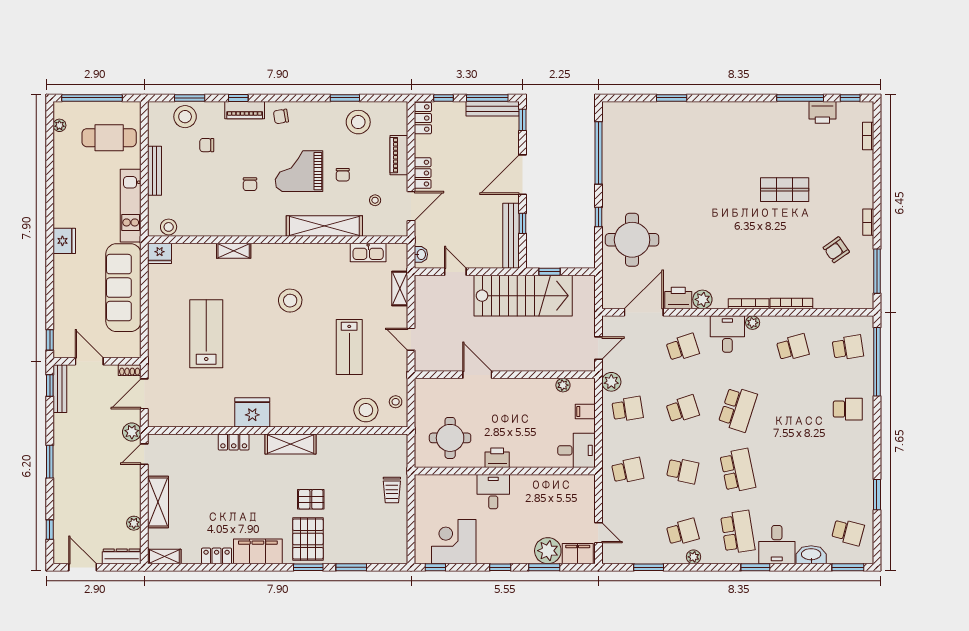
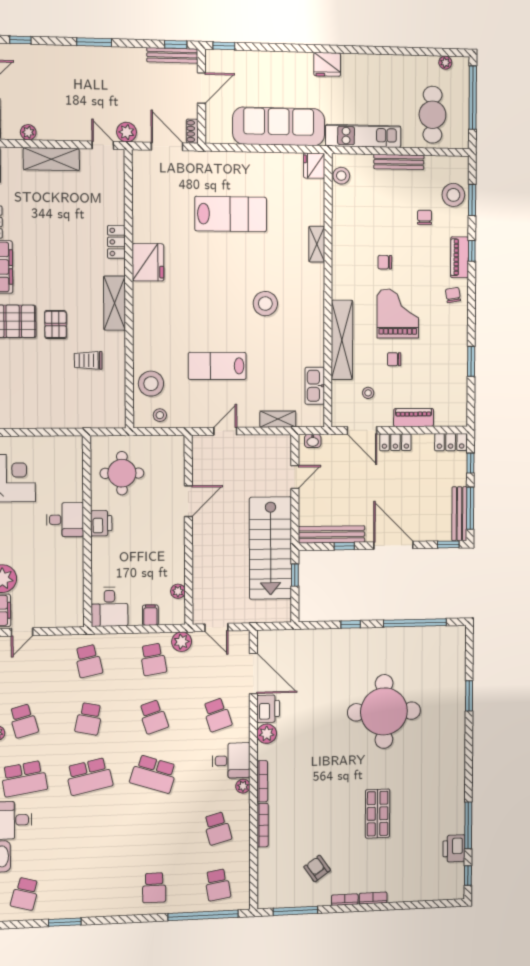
stool: (358, 122) -> (447, 375), removed
bookcase: (868, 136) -> (373, 898), moved
round table: (632, 240) -> (384, 711), moved, width x1.36, depth x1.36
trolley: (392, 490) -> (88, 360), moved

